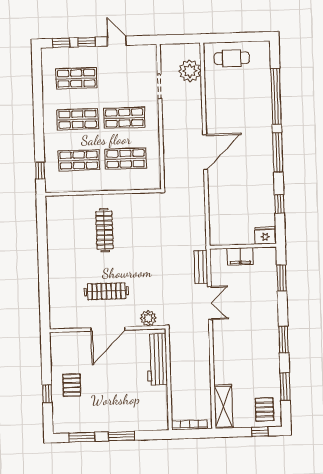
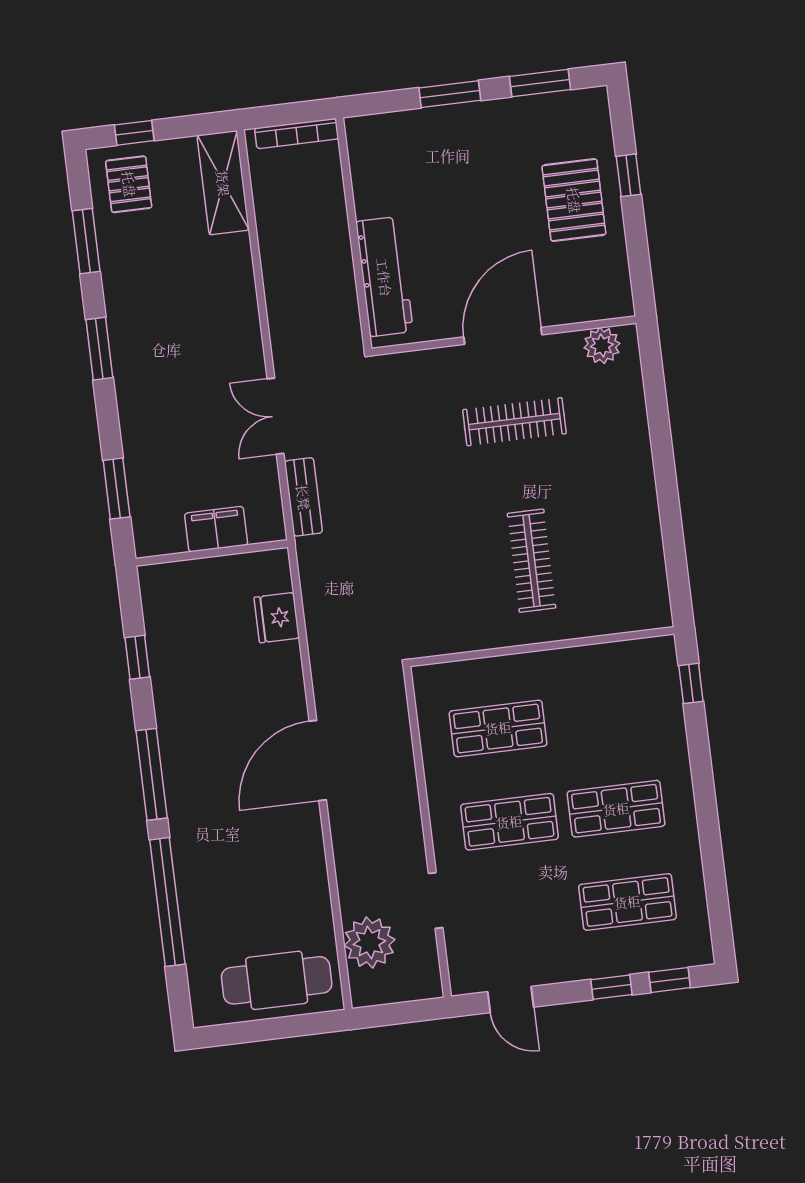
door: (117, 41) -> (511, 999), moved
cafe table: (232, 58) -> (277, 980), width x1.37, depth x1.35
shop shelf: (79, 160) -> (605, 715), removed
fridge: (265, 235) -> (277, 618), moved, turned 90
plant: (148, 318) -> (602, 346), moved
pallet: (72, 385) -> (574, 200), width x1.50, depth x1.42

